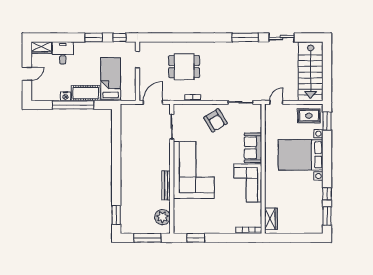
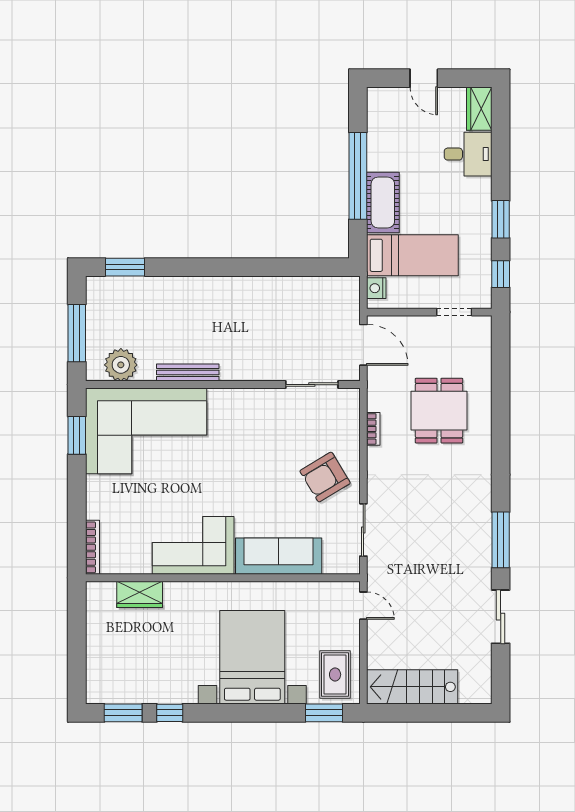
stairs: (311, 71) -> (412, 687), width x0.73, depth x0.66
nightstand: (66, 96) -> (376, 288), moved
sofa: (253, 148) -> (279, 556), width x1.36
corner sofa: (194, 170) -> (146, 431), moved
wardrobe: (271, 219) -> (140, 594), moved

